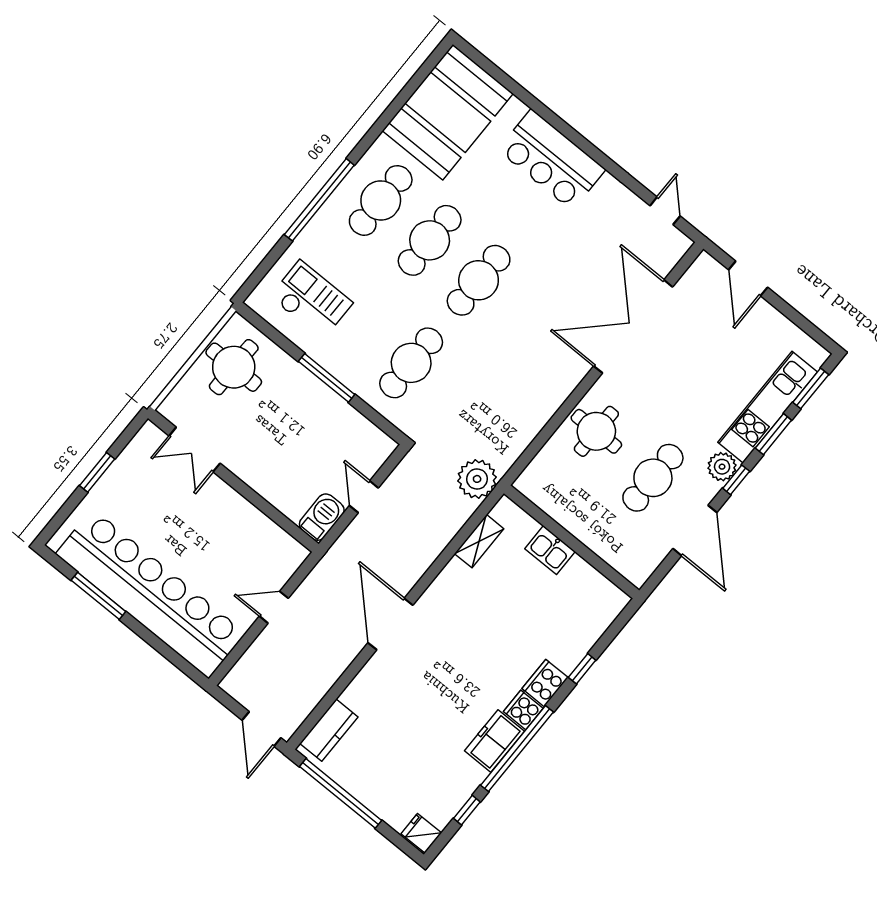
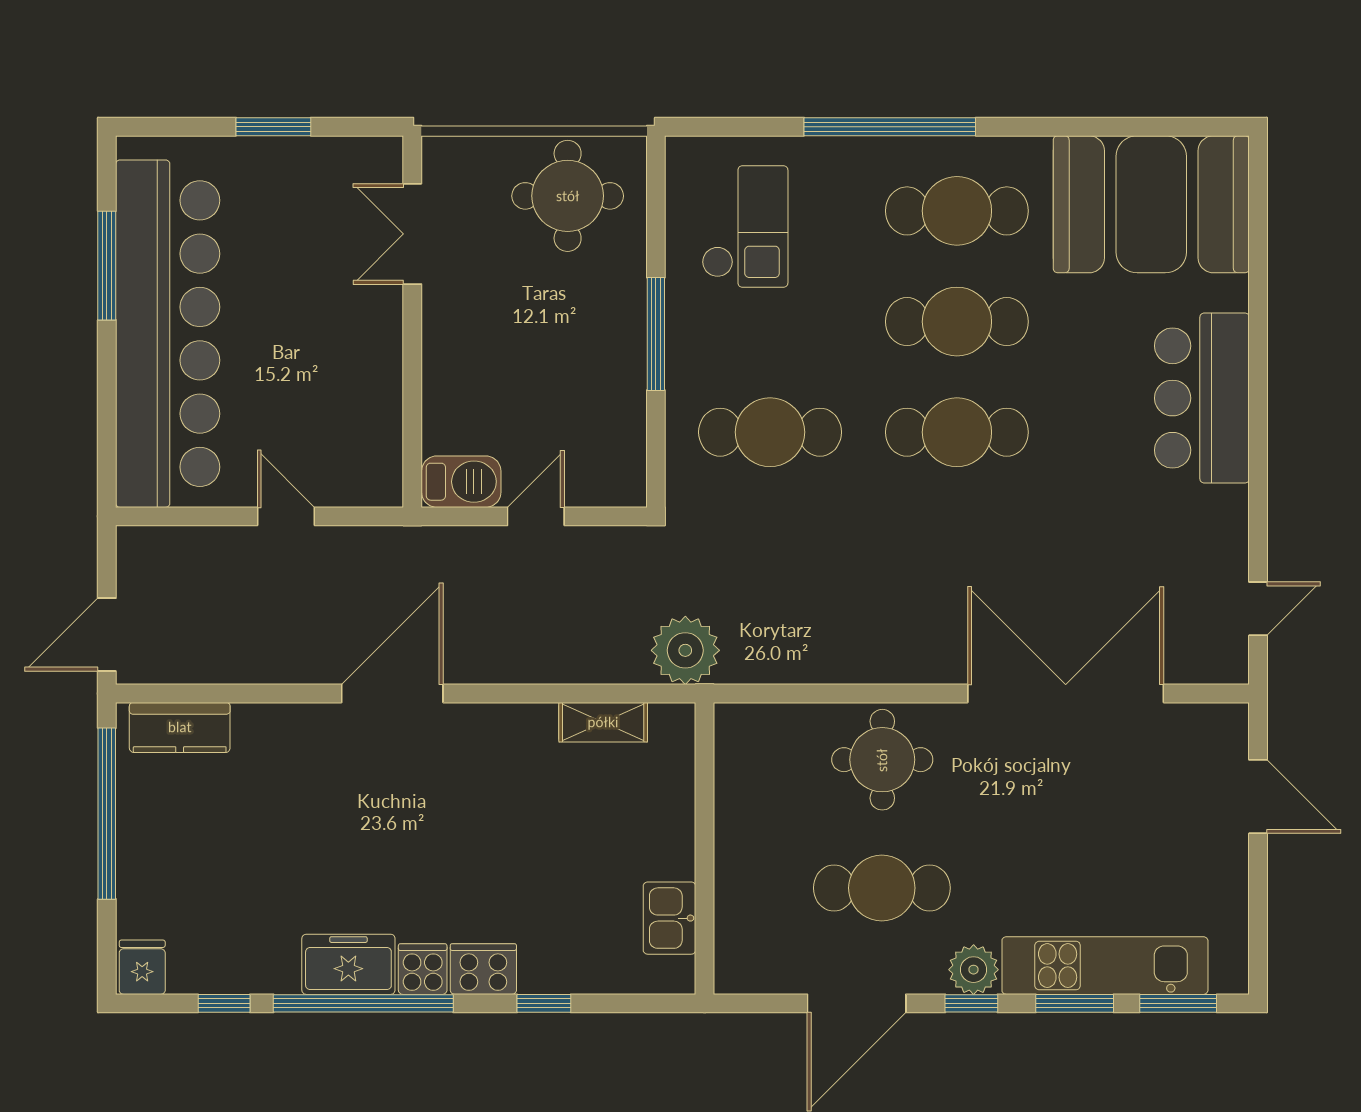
door: (748, 279) -> (1258, 797), swing flipped
kitchen sink: (550, 550) -> (669, 918), moved

